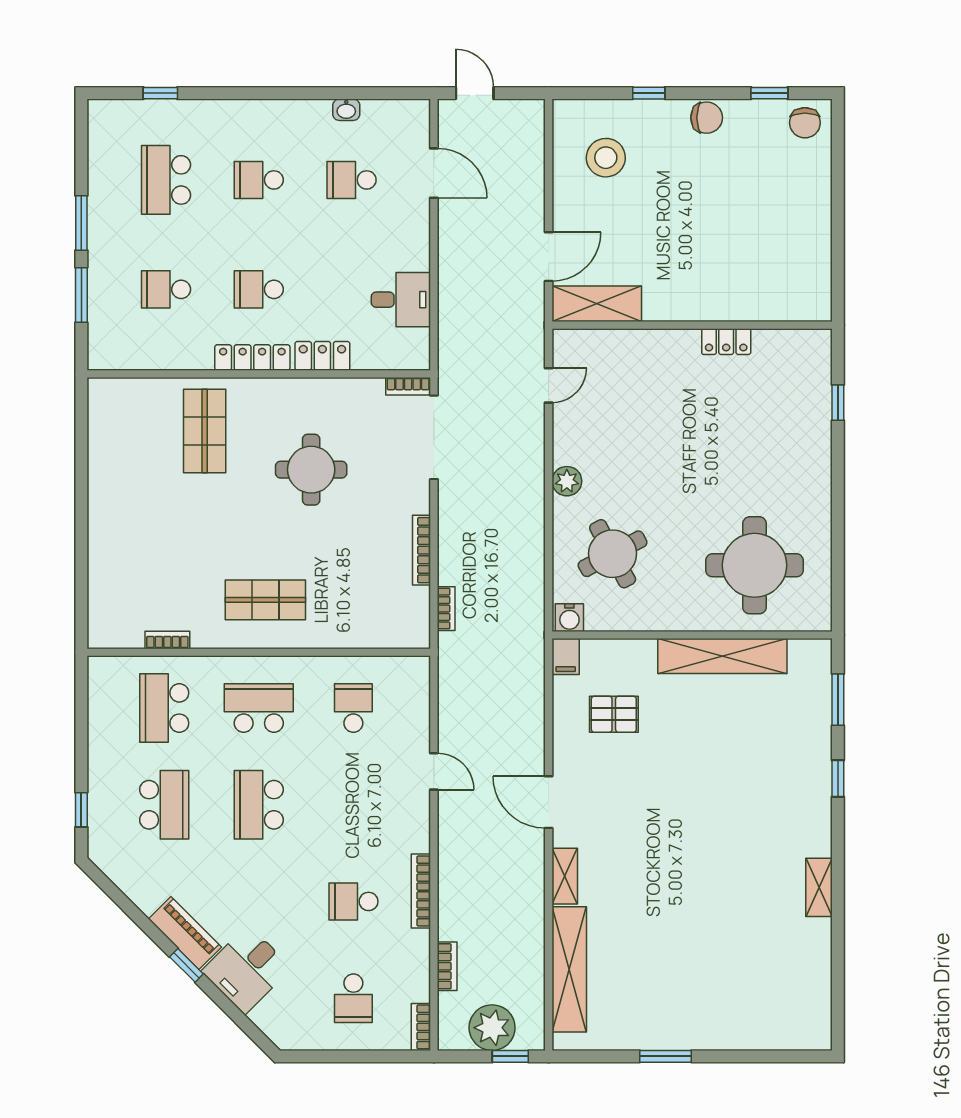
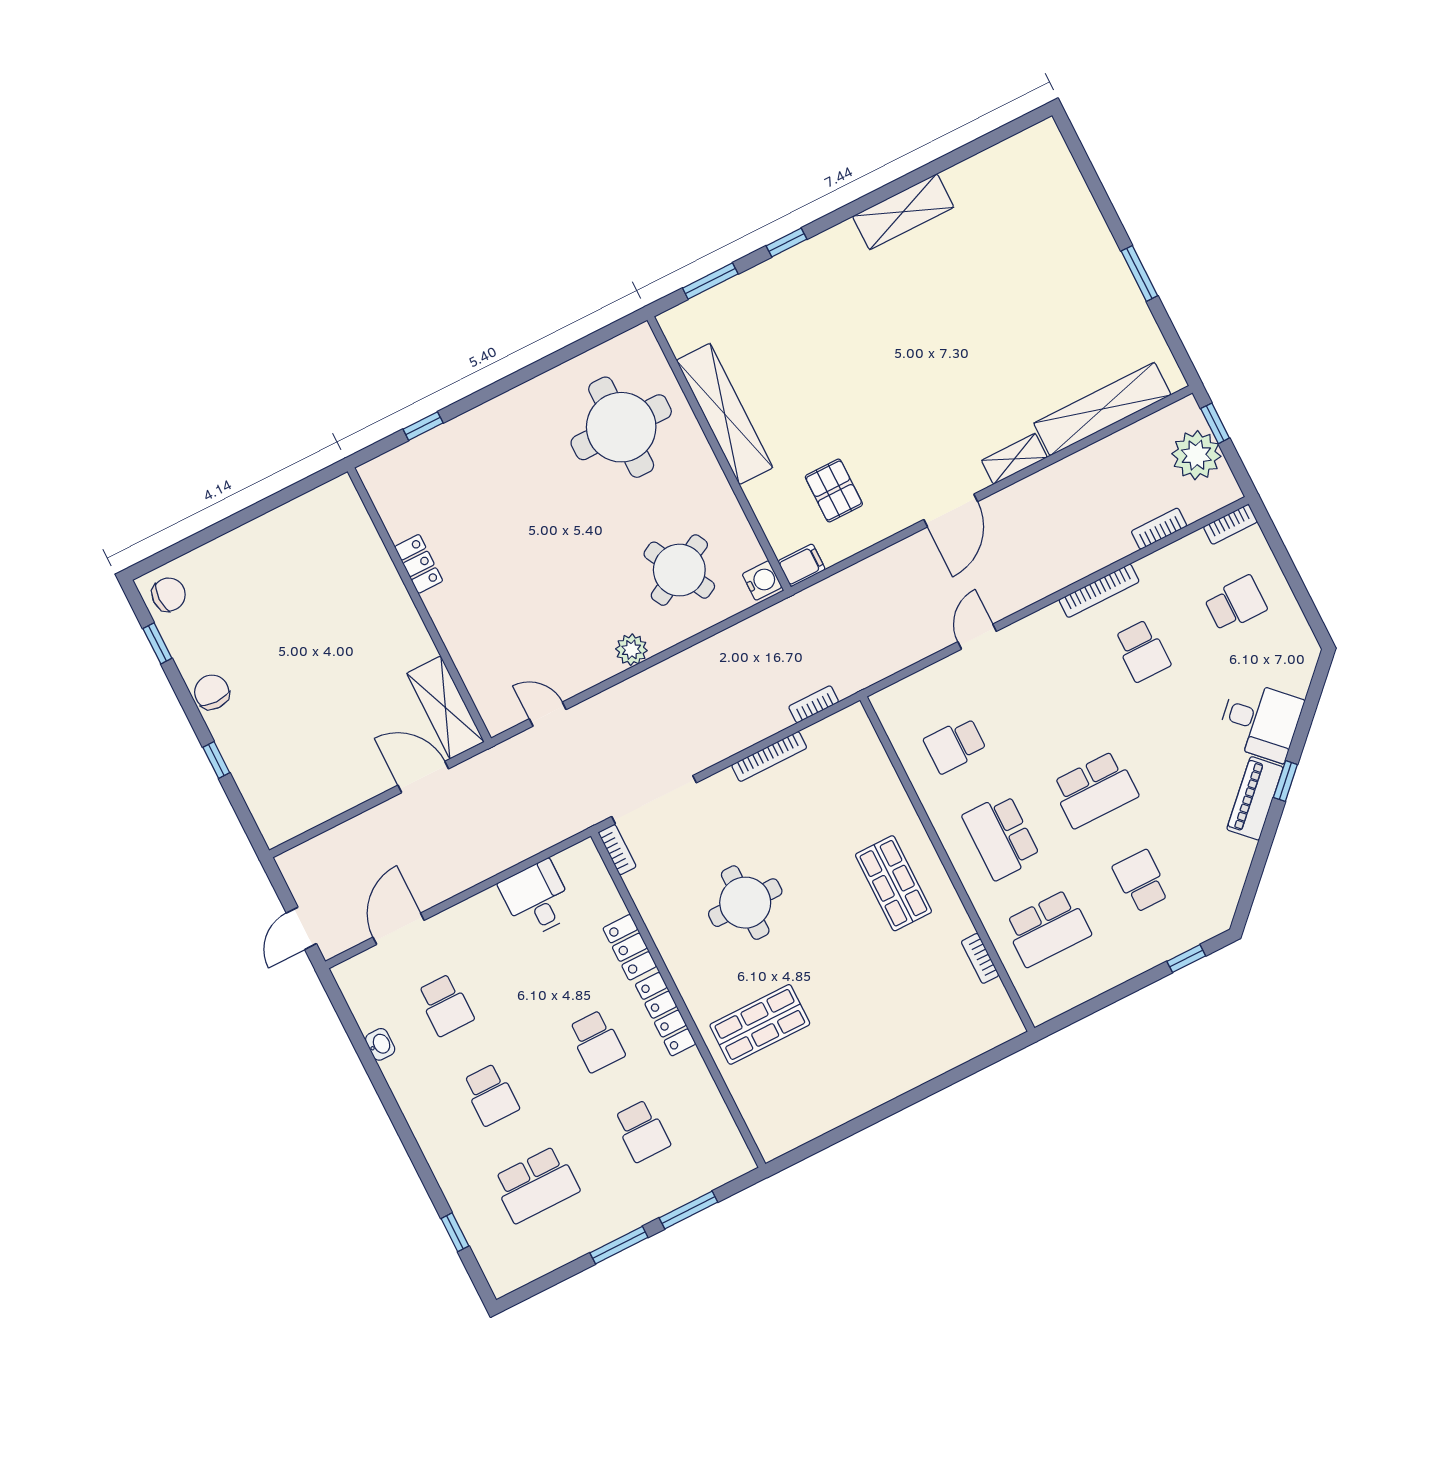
stool: (606, 158) -> (300, 770), removed
school desk: (164, 805) -> (1141, 881), width x0.54
shelving: (819, 887) -> (903, 212), width x1.50, depth x1.33

